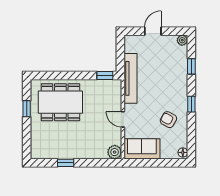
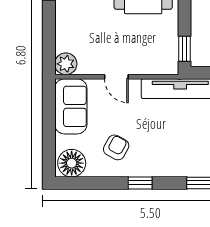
door: (123, 119) -> (116, 77), swing flipped
floor lamp: (183, 152) -> (72, 163), width x1.89, depth x1.89

